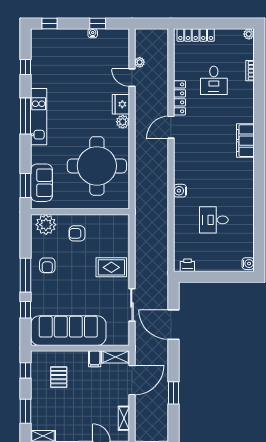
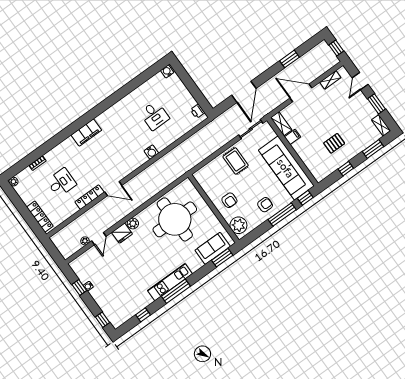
sofa: (68, 331) -> (286, 168), moved
wall: (80, 348) -> (292, 152), moved
shelving: (116, 357) -> (281, 124), moved
filing cabinet: (95, 359) -> (293, 137), moved

